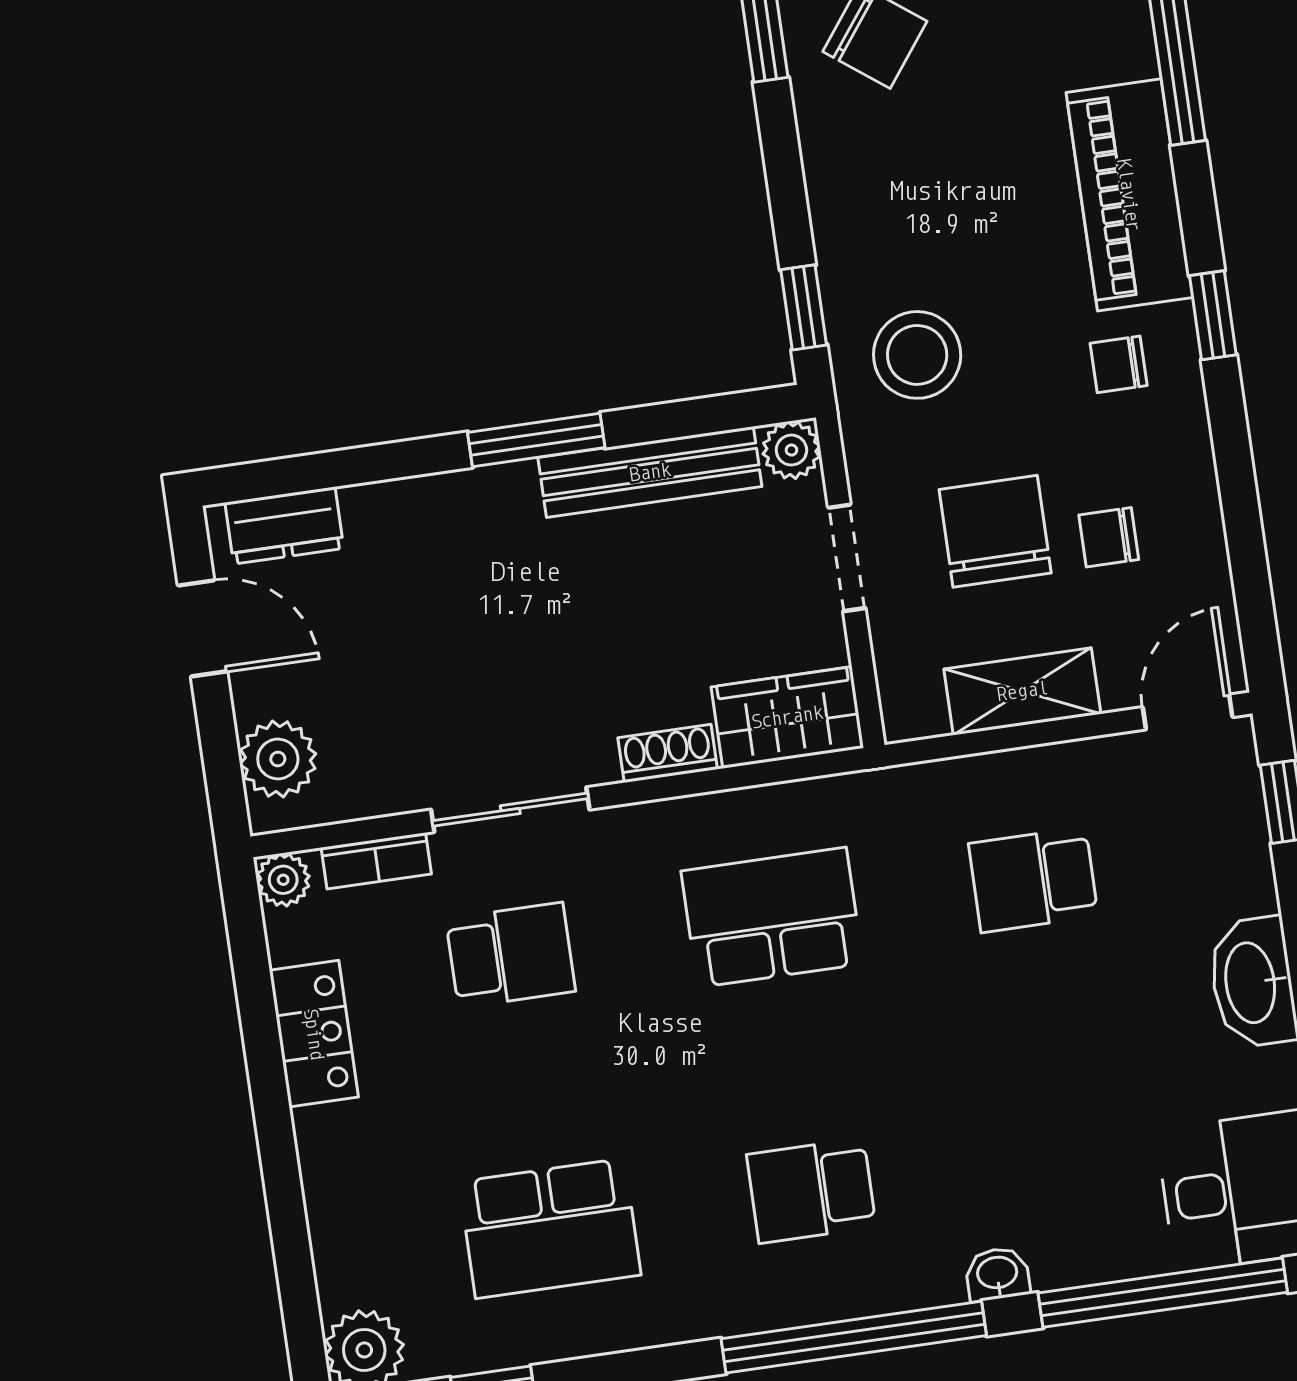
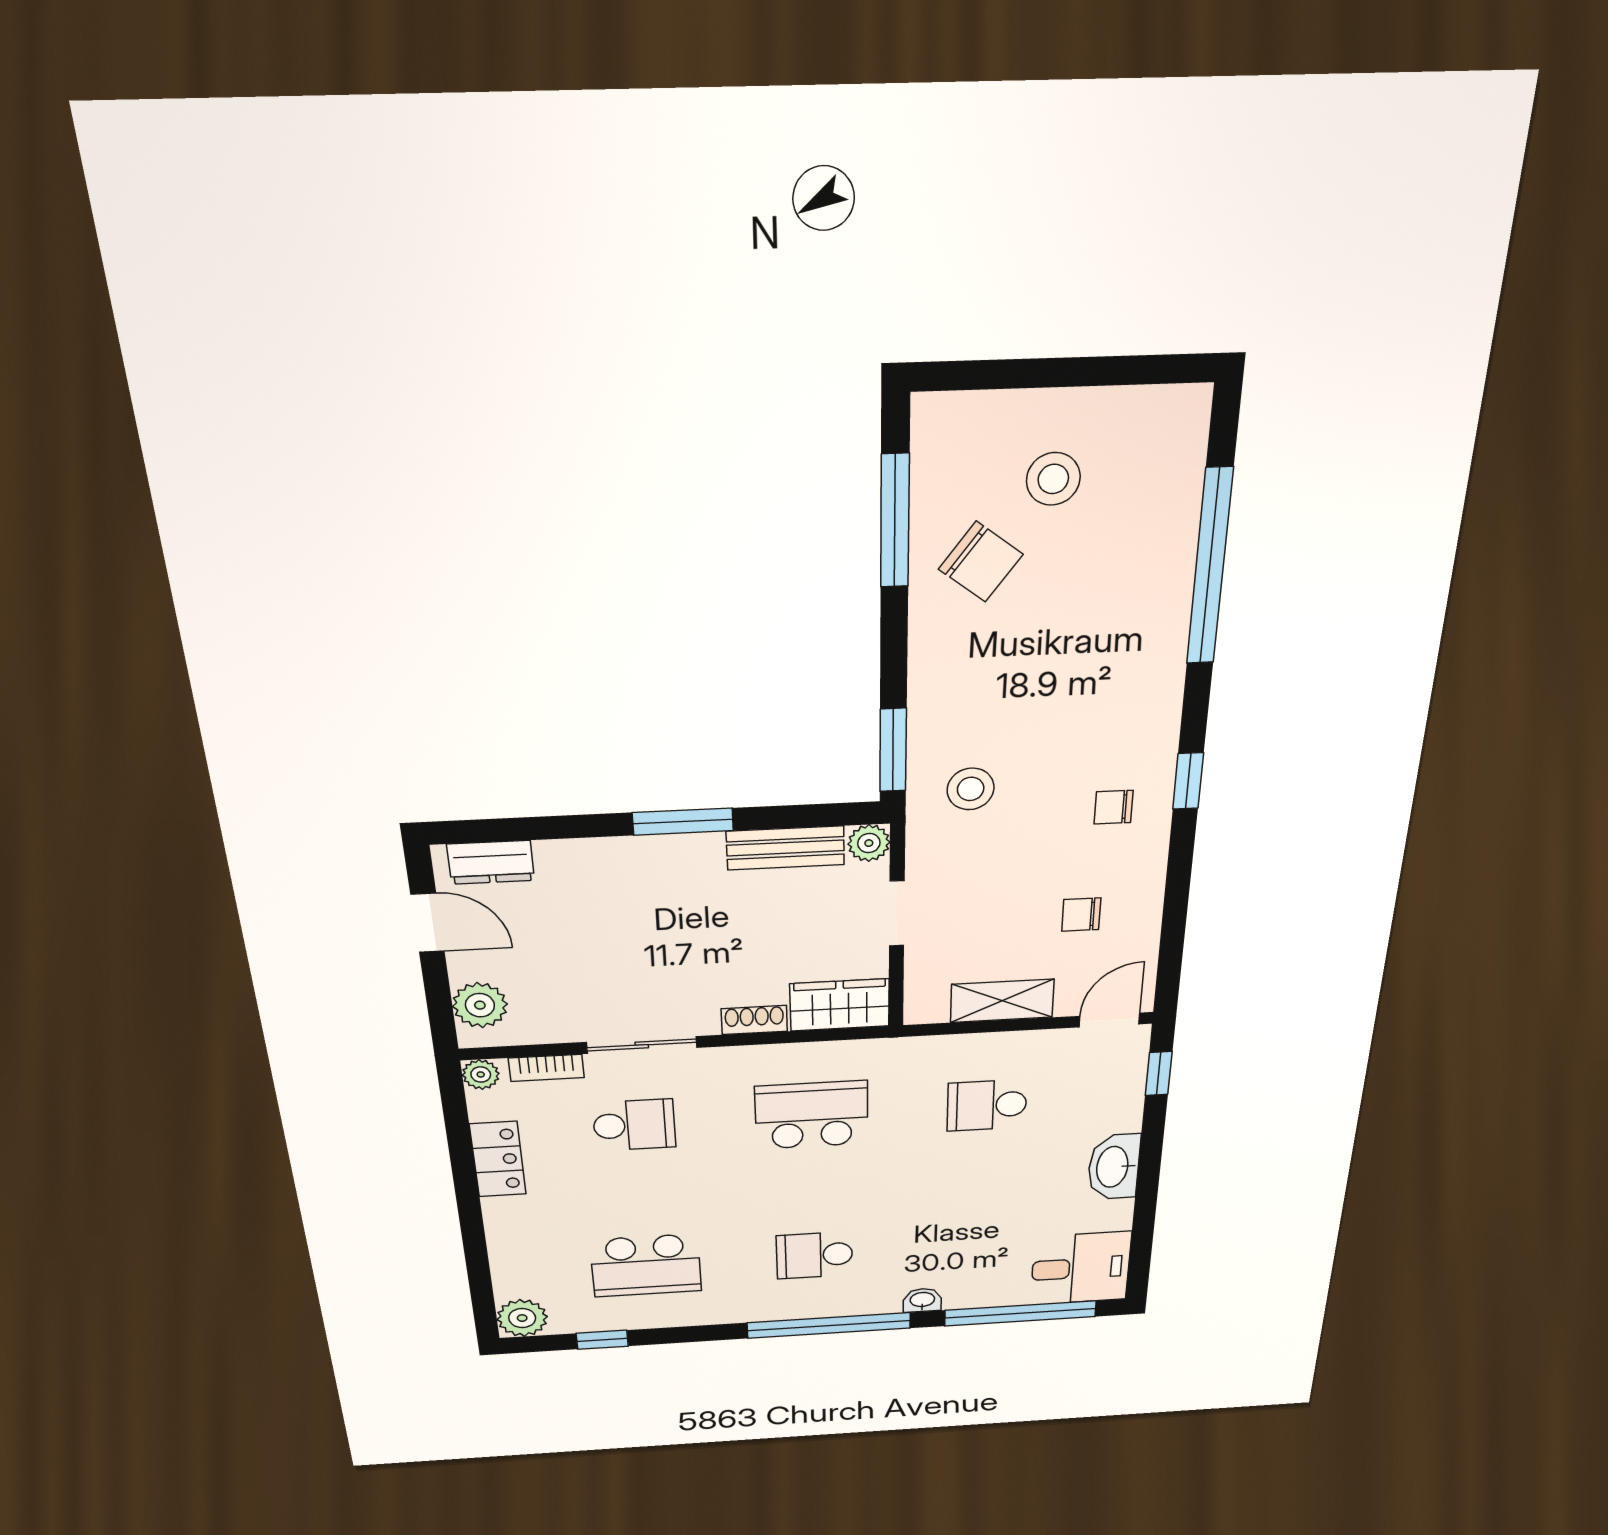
piano: (1129, 195) -> (1148, 695), removed
window: (804, 307) -> (893, 750), width x1.50
stool: (917, 355) -> (971, 789), width x0.73, depth x0.73
bench: (650, 472) -> (785, 848), width x0.73
chair: (995, 531) -> (1004, 905), removed

